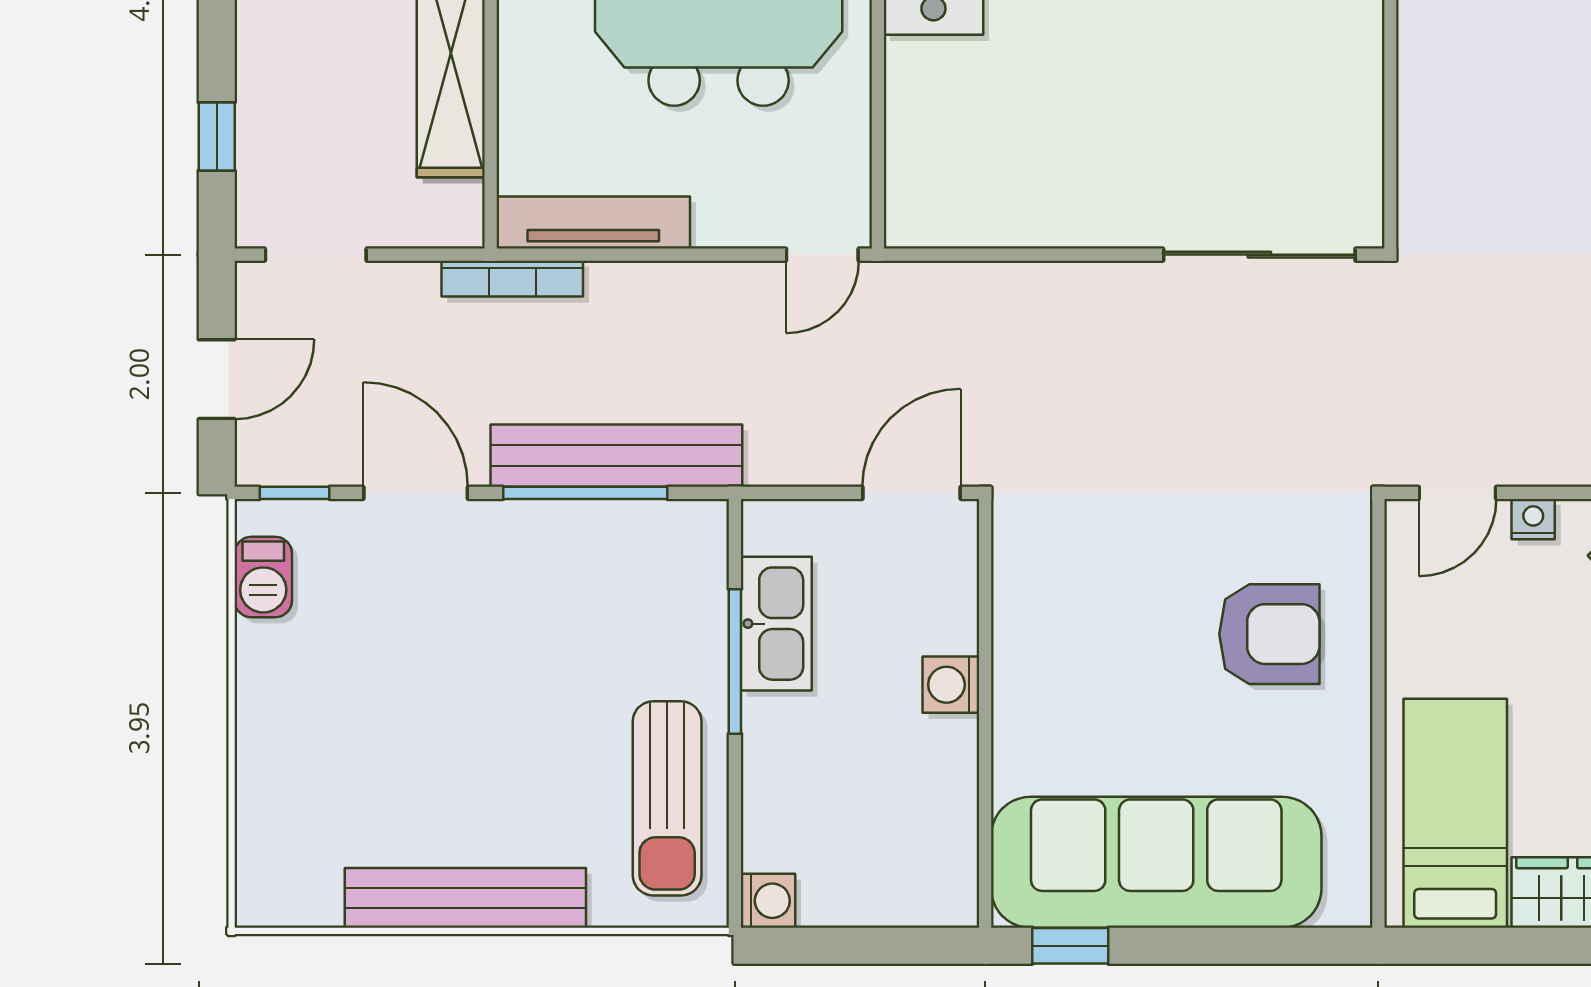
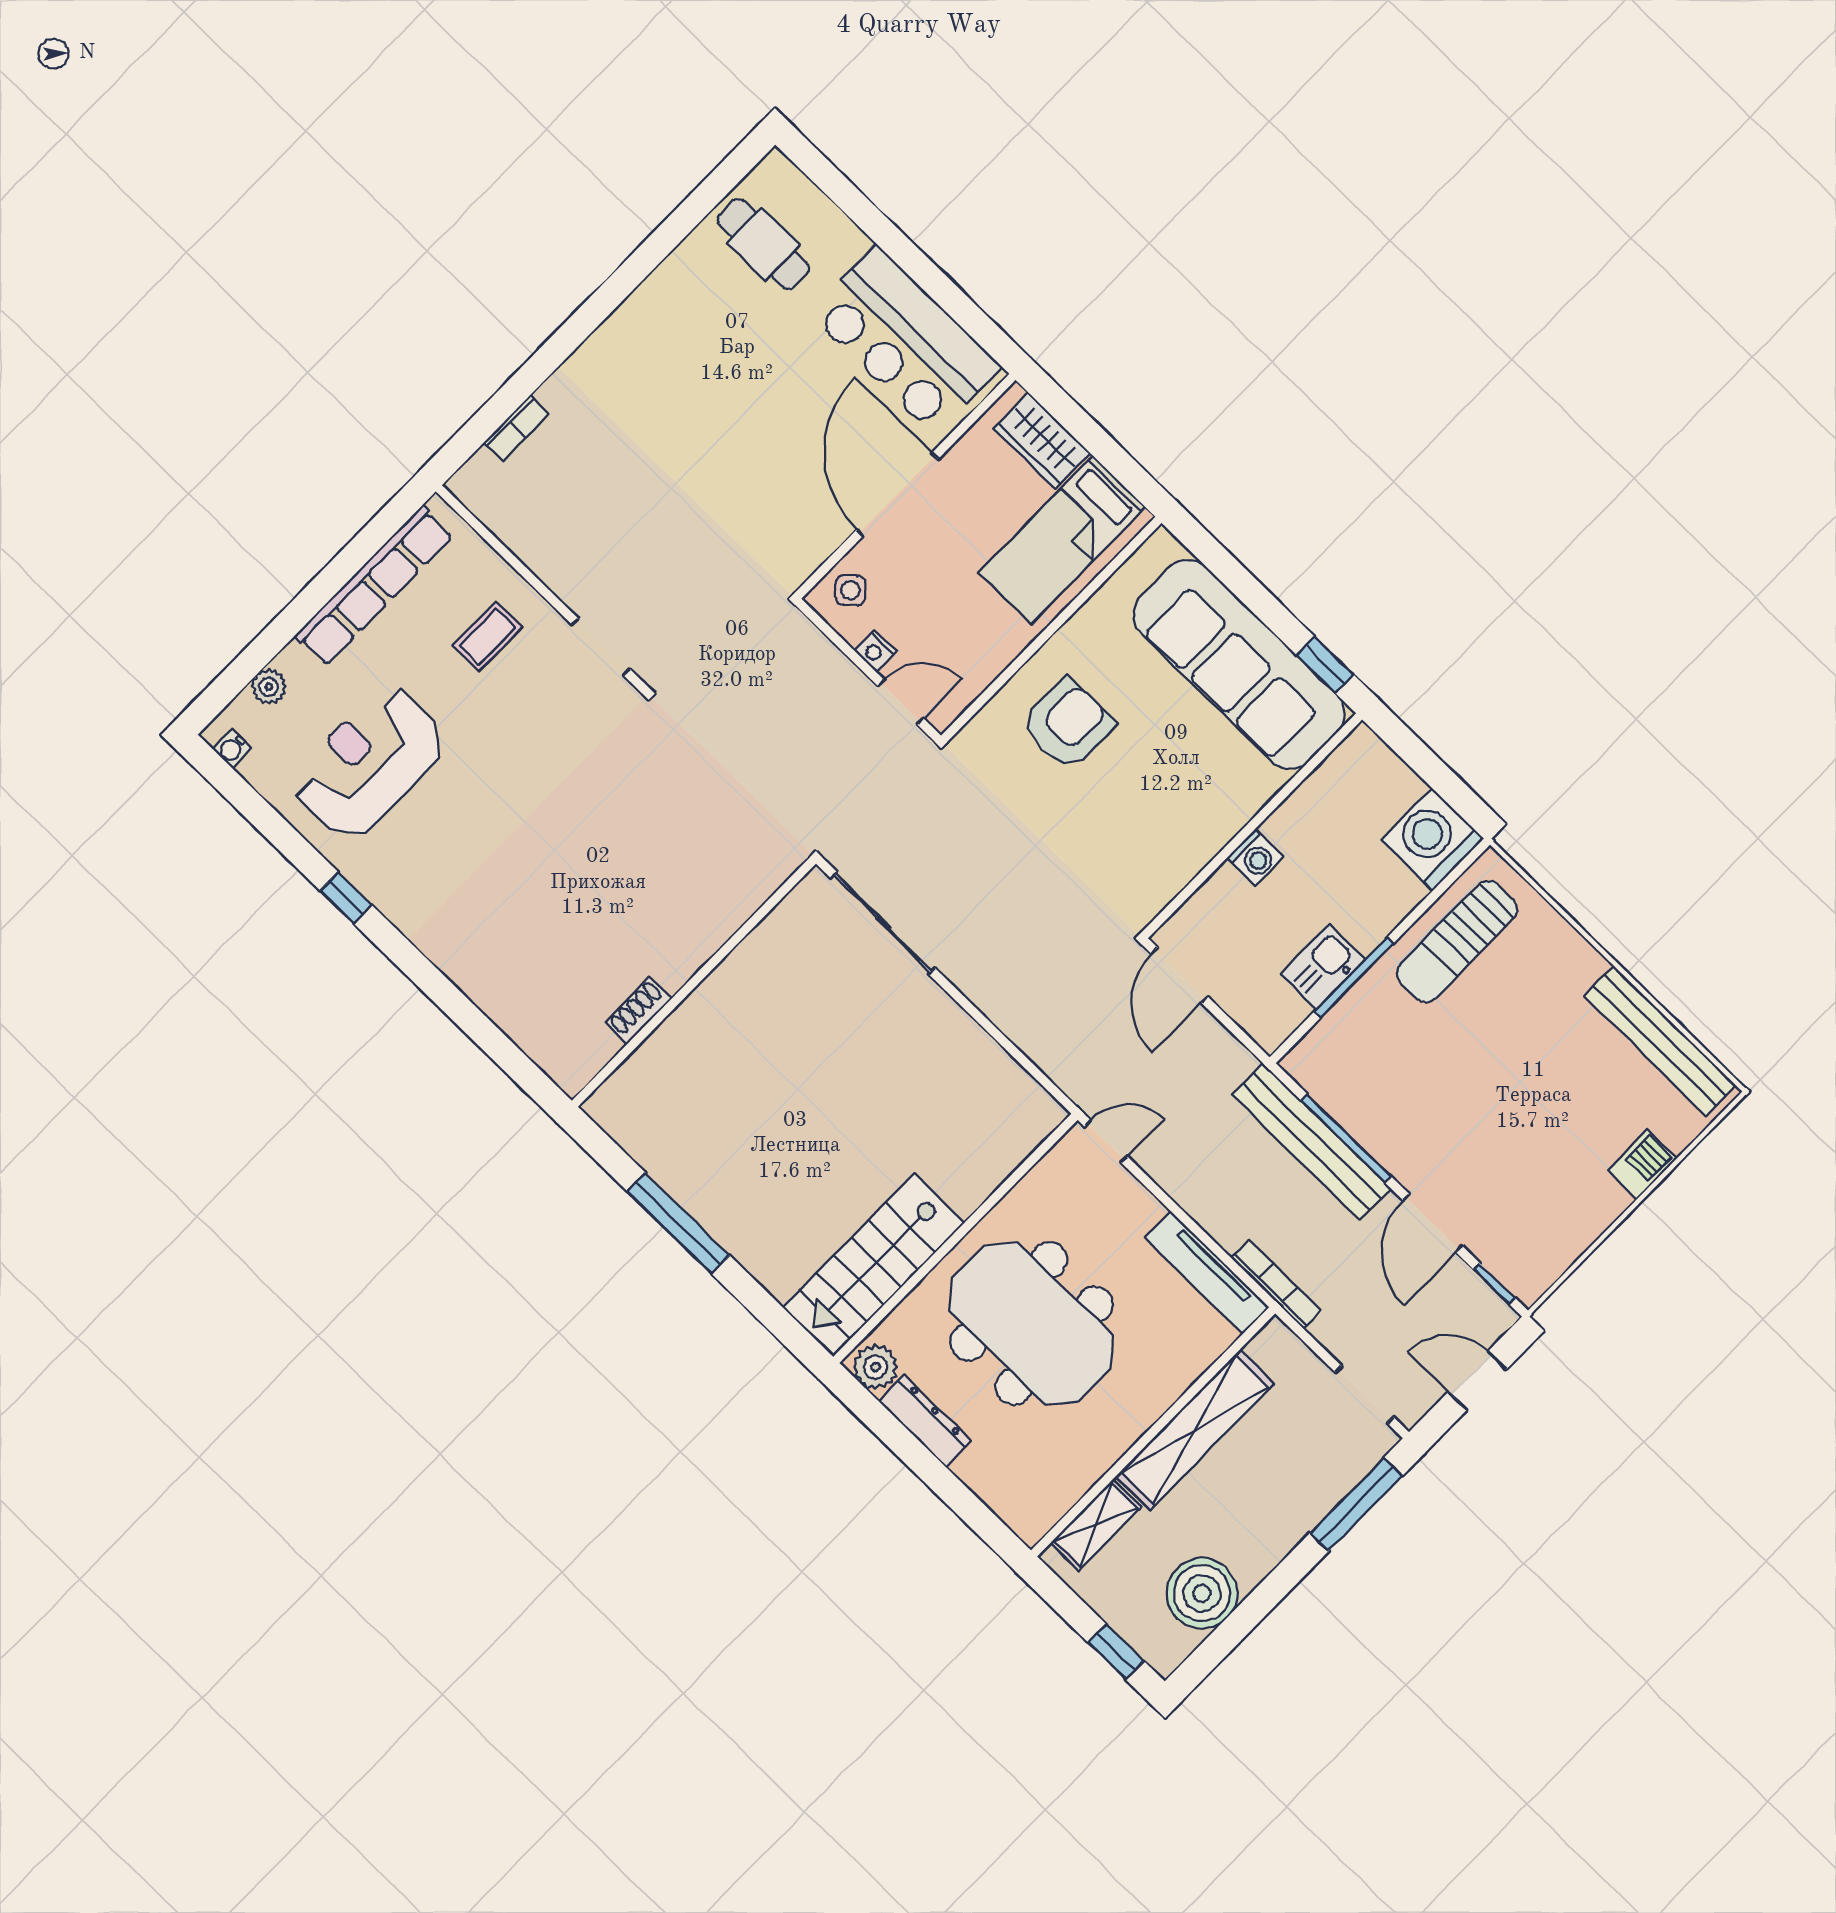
window: (217, 137) -> (1356, 1505), width x2.17
door: (912, 493) -> (1179, 975), hinge flipped
barbecue: (263, 577) -> (1642, 1165), moved
kitchen sink: (776, 624) -> (1323, 967), width x0.73
armchair: (1269, 634) -> (1067, 724), turned 90
sun lounger: (667, 798) -> (1457, 941), turned 180
bench: (465, 898) -> (1660, 1041), moved
washing machine: (768, 901) -> (1432, 839), width x1.89, depth x1.89

